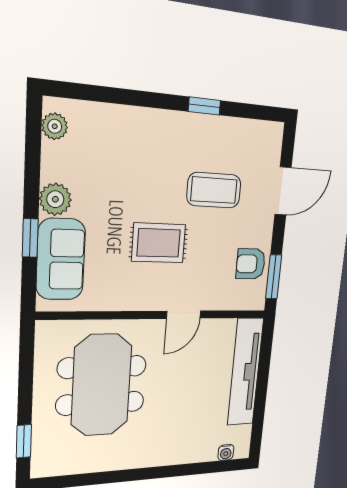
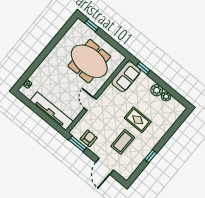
plant: (55, 126) -> (166, 96), moved
window: (30, 238) -> (143, 68), moved
rug: (159, 243) -> (138, 120), moved, turned 90
sofa: (61, 259) -> (126, 77), moved, turned -90

